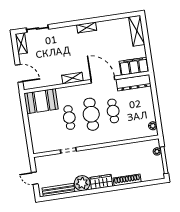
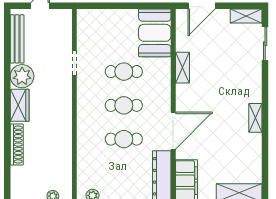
shelving: (72, 78) -> (182, 68), moved
cafe table: (91, 114) -> (124, 105), width x0.73, depth x0.74

